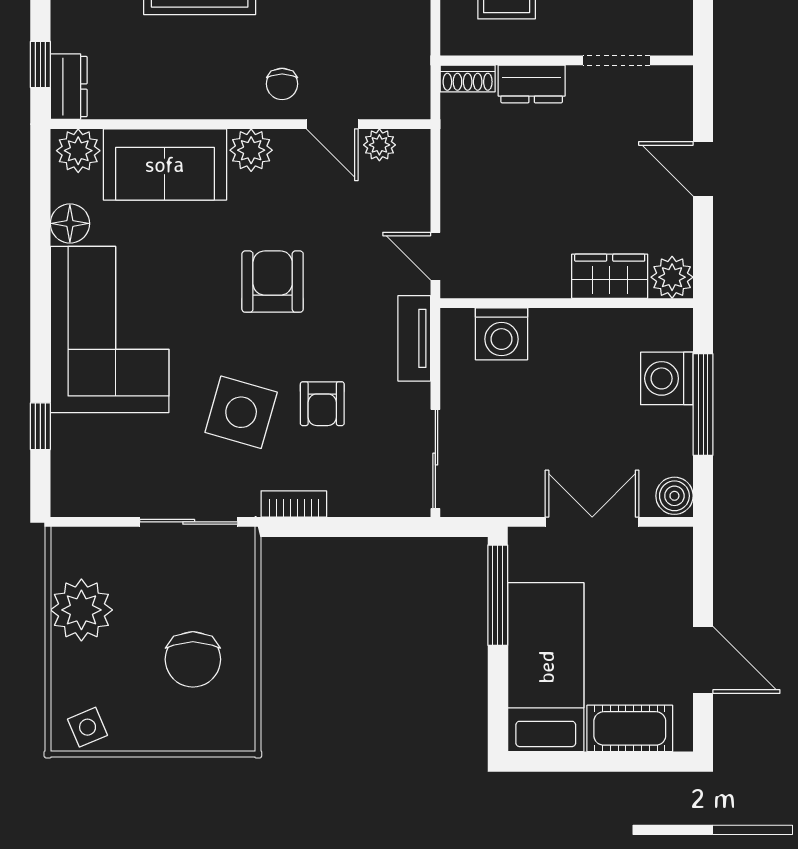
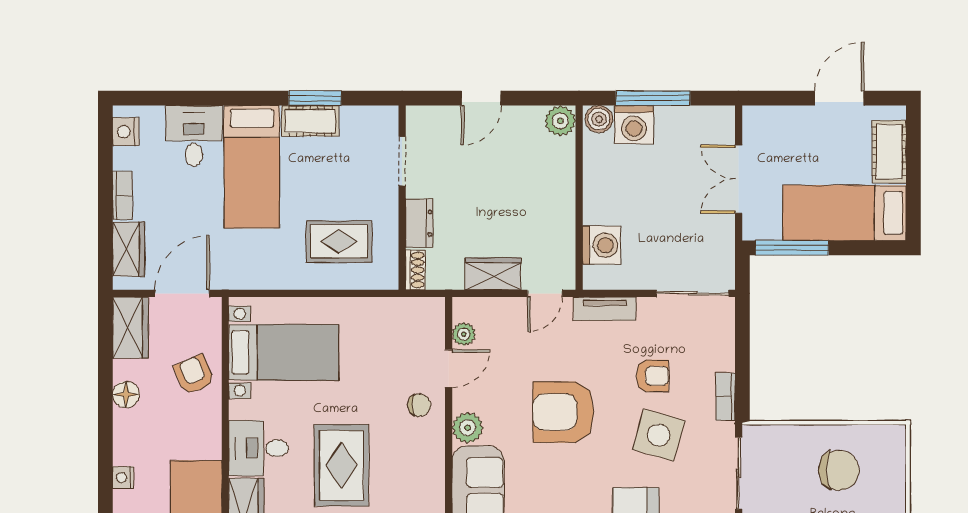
wardrobe: (610, 276) -> (493, 274), moved, turned 90
armchair: (273, 282) -> (563, 412), width x1.36, depth x1.36
boiler: (674, 496) -> (599, 119), moved

